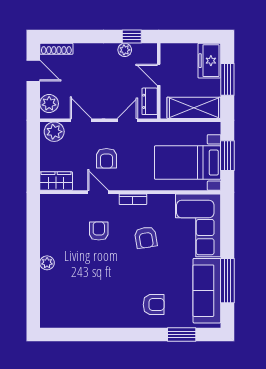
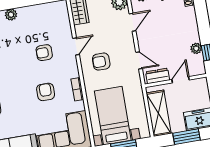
armchair: (106, 158) -> (101, 62), moved
bookcase: (133, 199) -> (77, 89), moved
armchair: (99, 231) -> (44, 53), turned 180
armchair: (146, 237) -> (46, 92), turned 99

